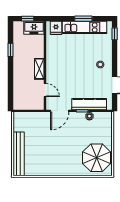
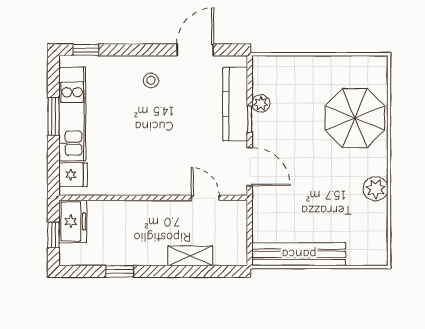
shelving: (39, 69) -> (190, 256), moved
door: (45, 90) -> (205, 198), hinge flipped
bench: (19, 154) -> (299, 254), moved
parasol: (97, 158) -> (355, 118), moved
plant: (49, 170) -> (376, 189), added

